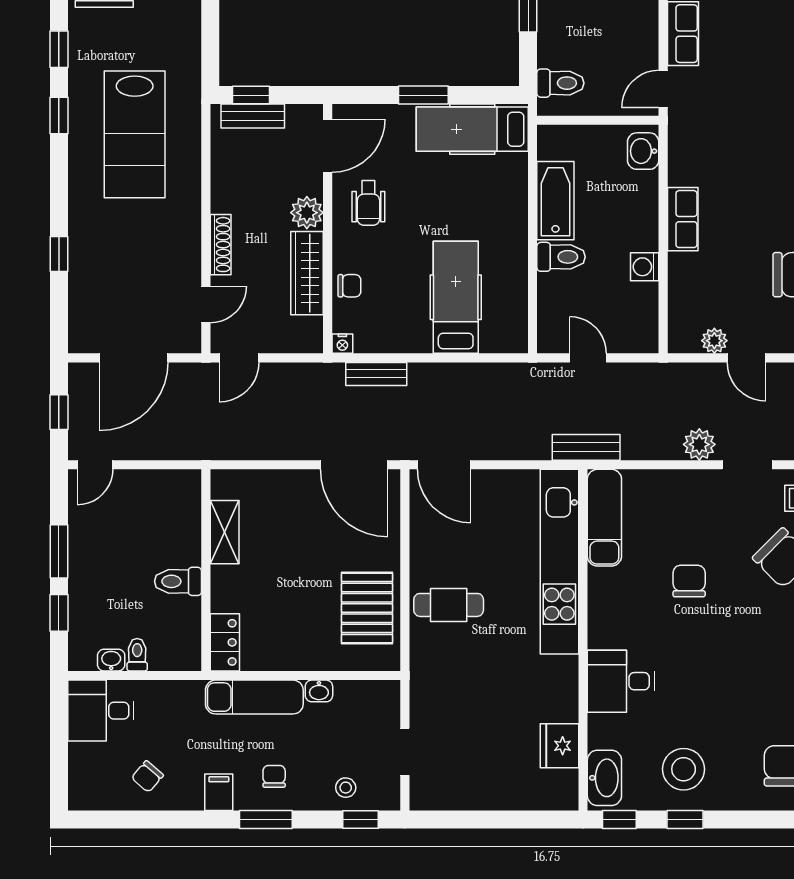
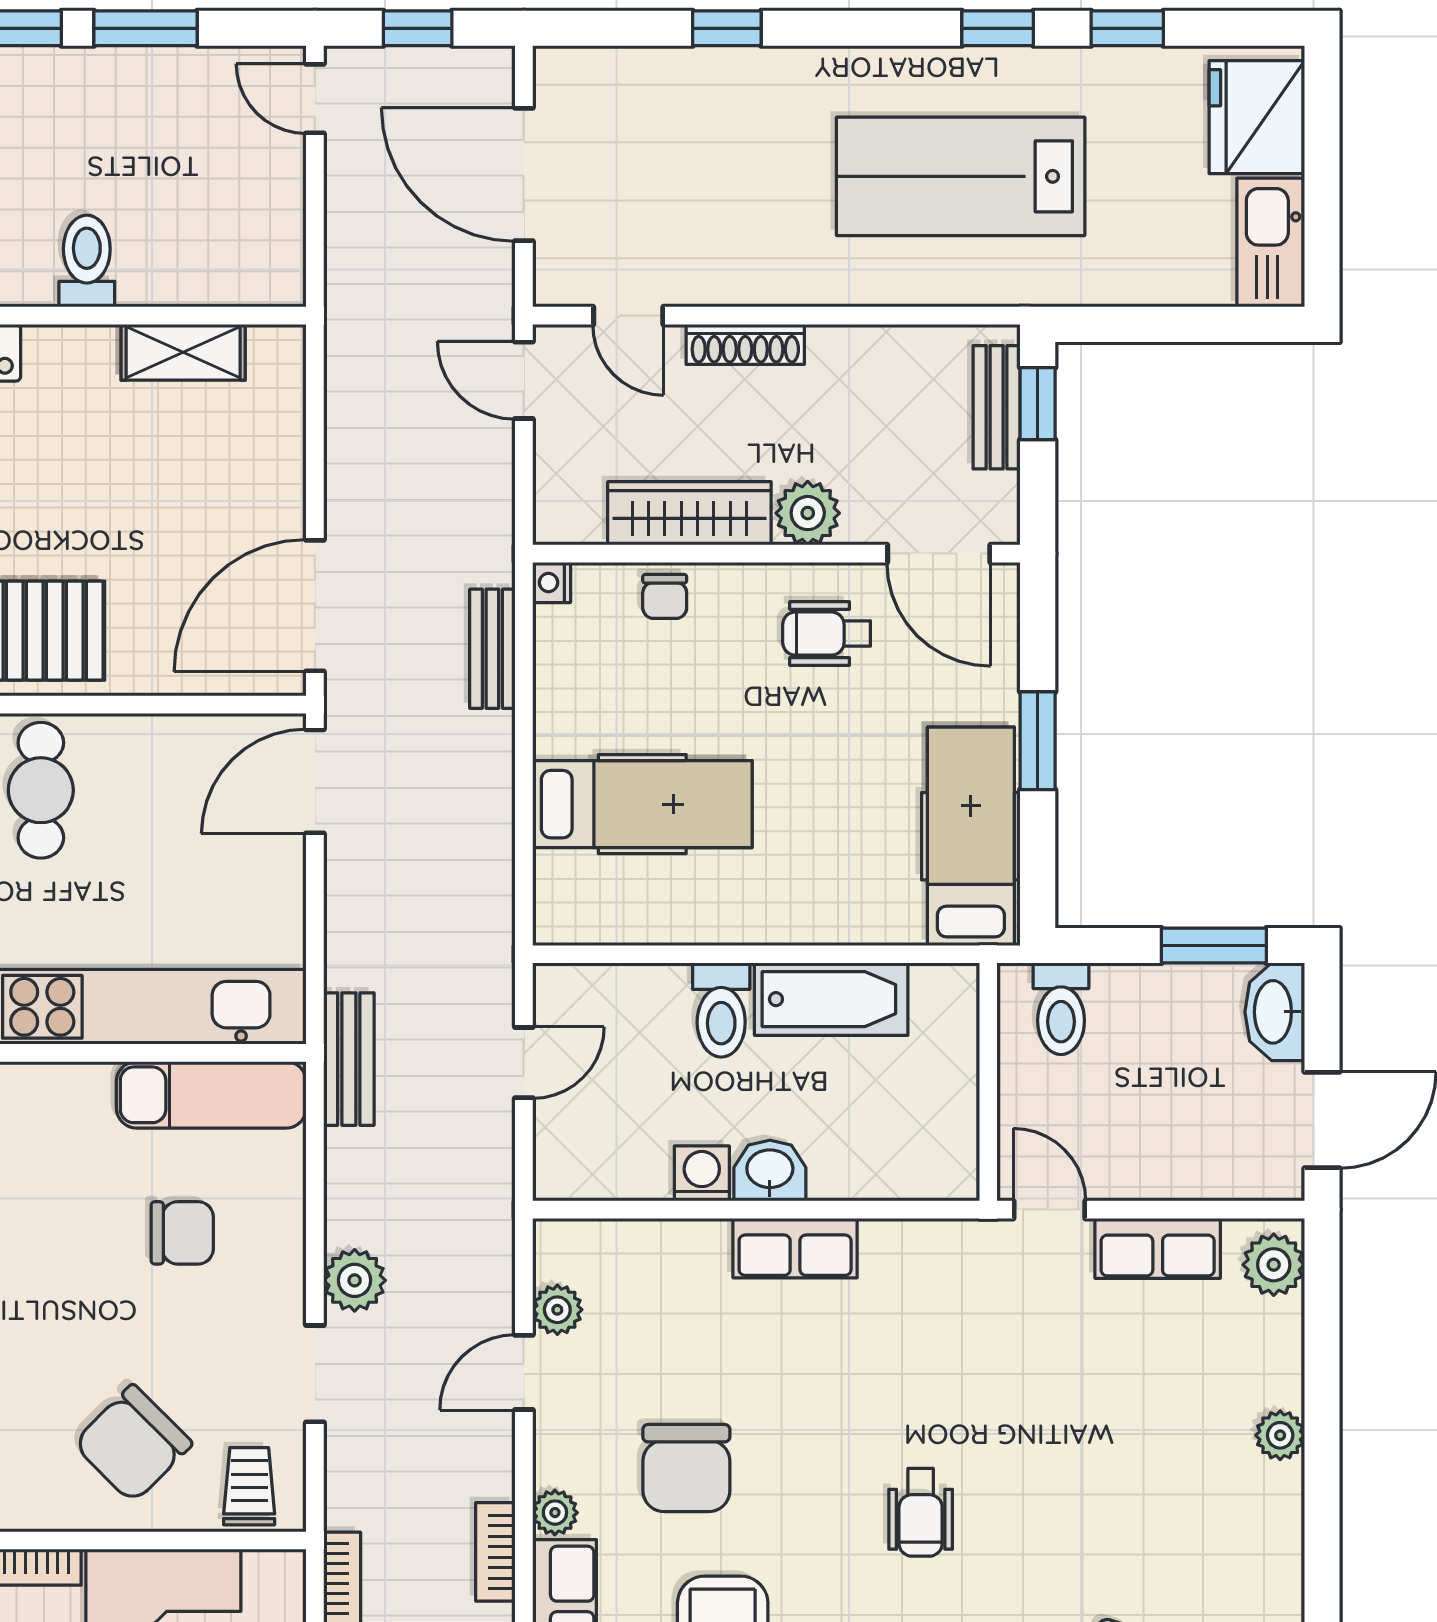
washbasin: (643, 151) -> (770, 1171), moved
chair: (689, 581) -> (182, 1233), moved

